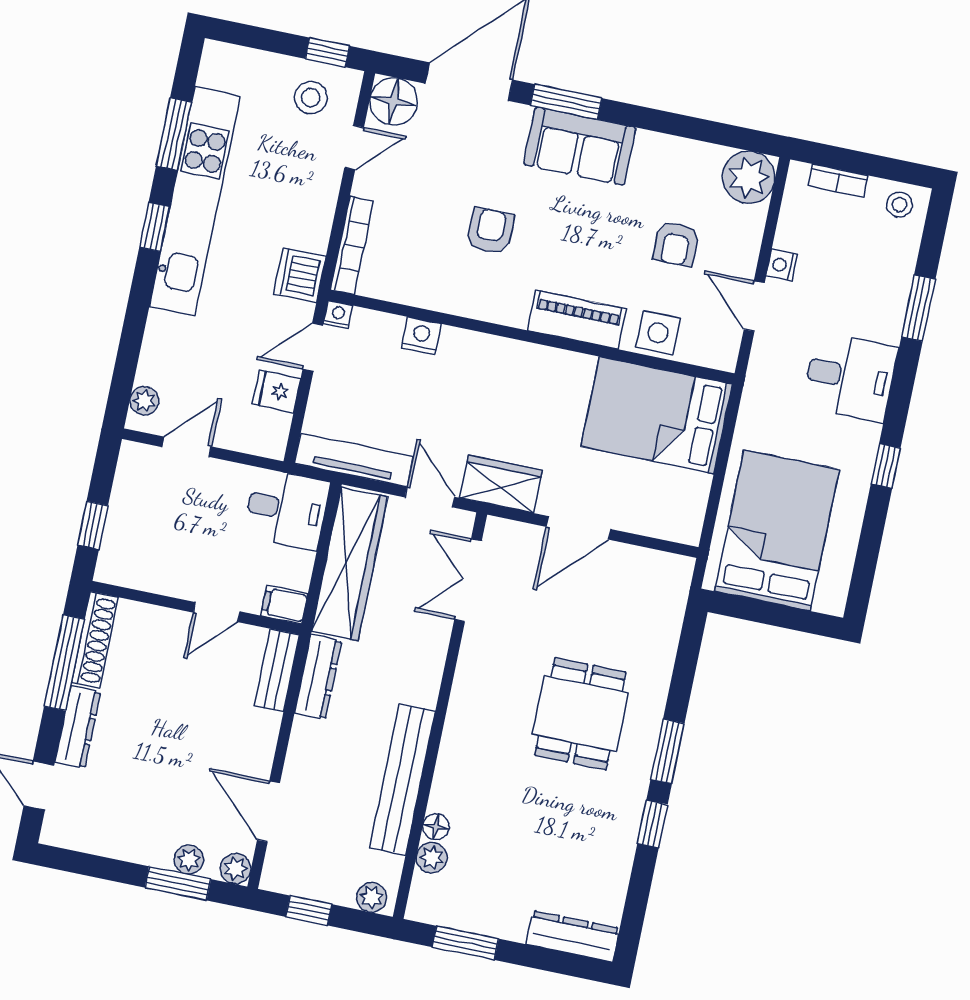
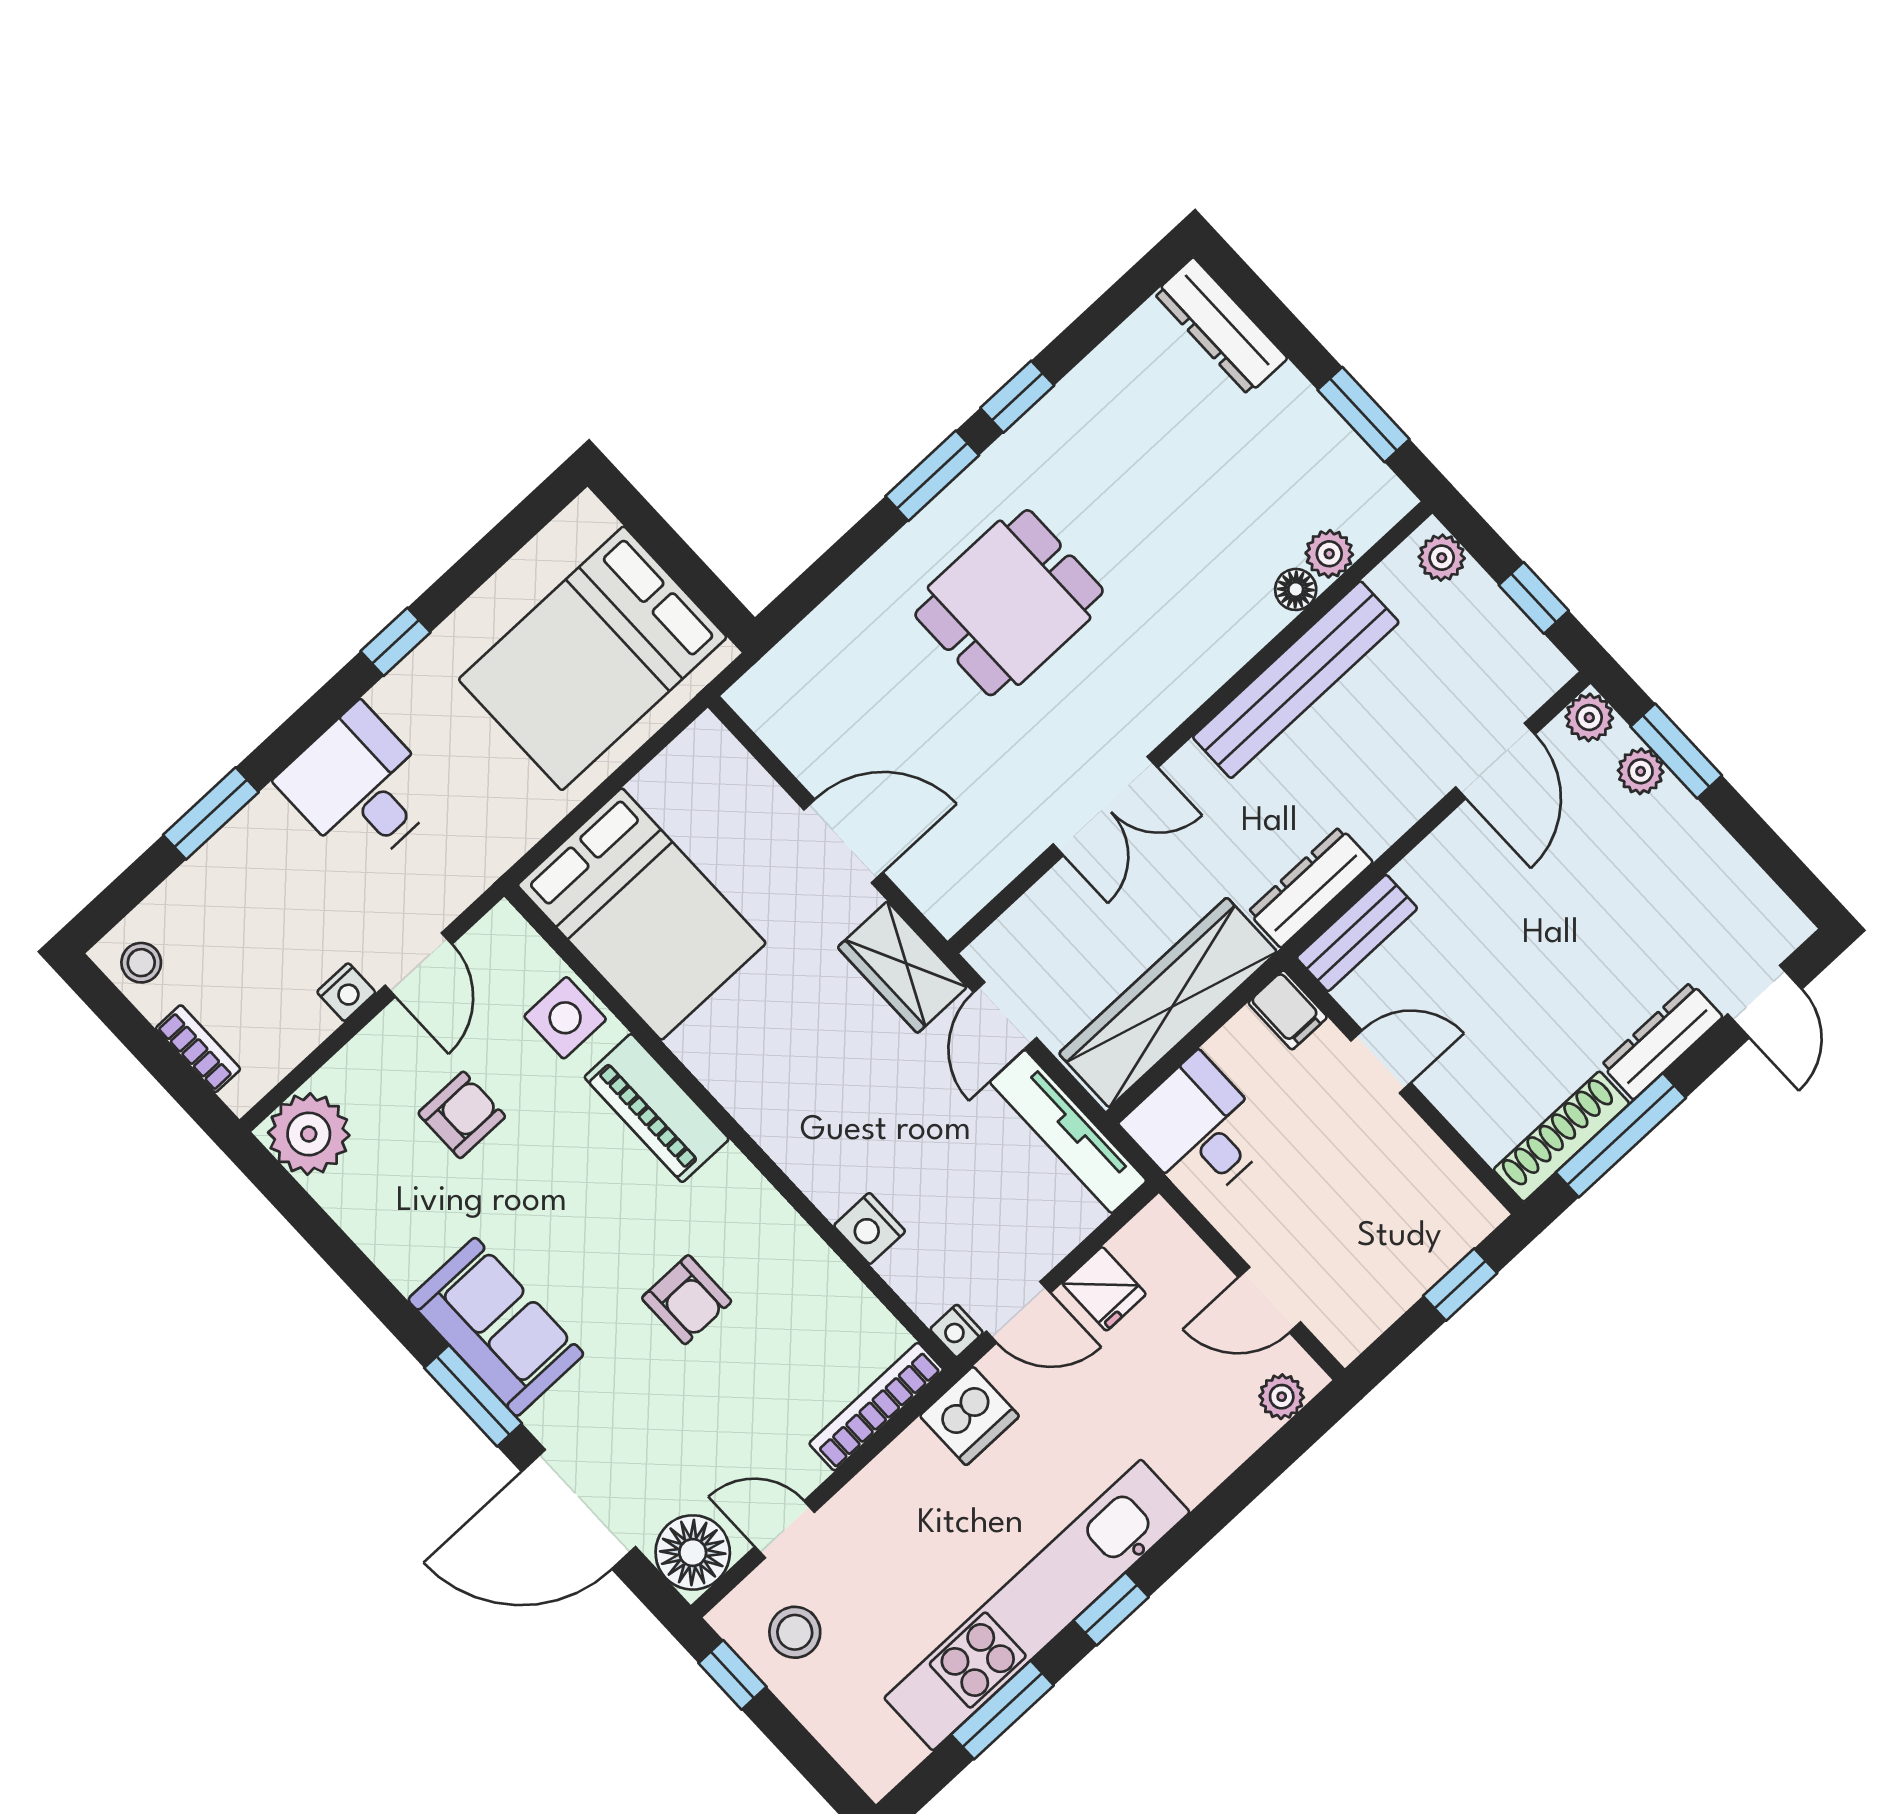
armchair: (490, 231) -> (687, 1300), turned -90
double door: (468, 580) -> (1105, 806), moved

